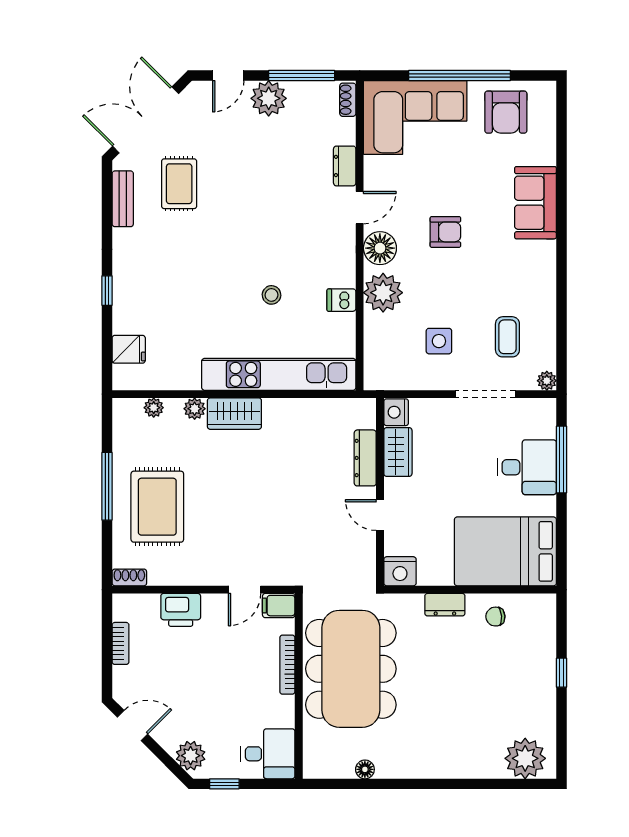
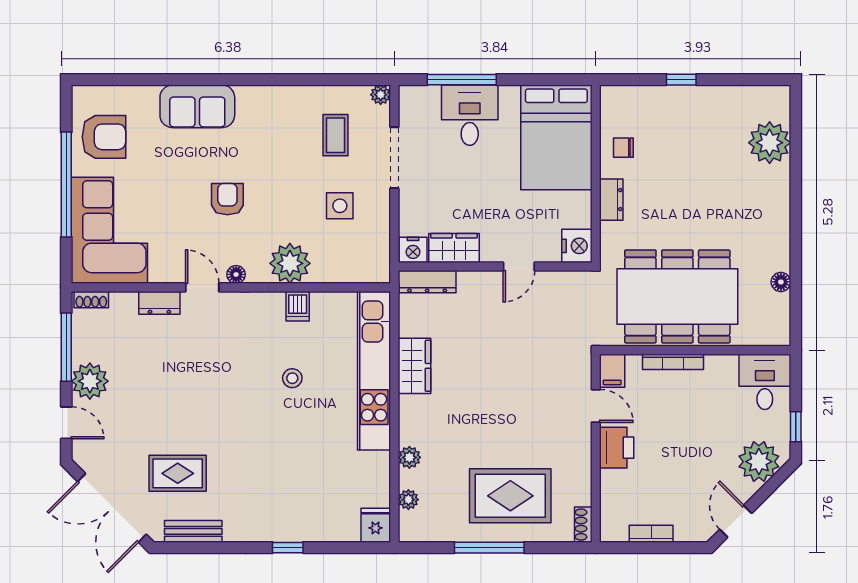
floor lamp: (380, 248) -> (236, 274), width x0.53, depth x0.53
coffee table: (507, 337) -> (335, 135), turned 90
fridge: (129, 349) -> (375, 525), moved
wardrobe: (234, 414) -> (414, 366), moved
dresser: (365, 458) -> (427, 282), moved
printer: (181, 610) -> (617, 448), moved
chair: (495, 617) -> (623, 148), turned 94
plant: (191, 756) -> (759, 462), width x1.36, depth x1.36
plant: (525, 758) -> (770, 143), moved

